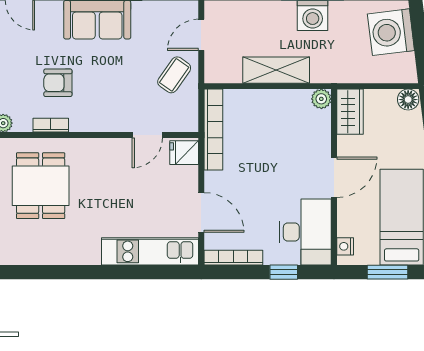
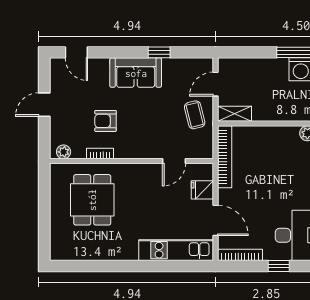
shelving: (276, 70) -> (235, 114), moved, width x0.67, depth x0.75
coffee table: (174, 75) -> (195, 115), turned -49
fridge: (184, 153) -> (202, 190), moved

